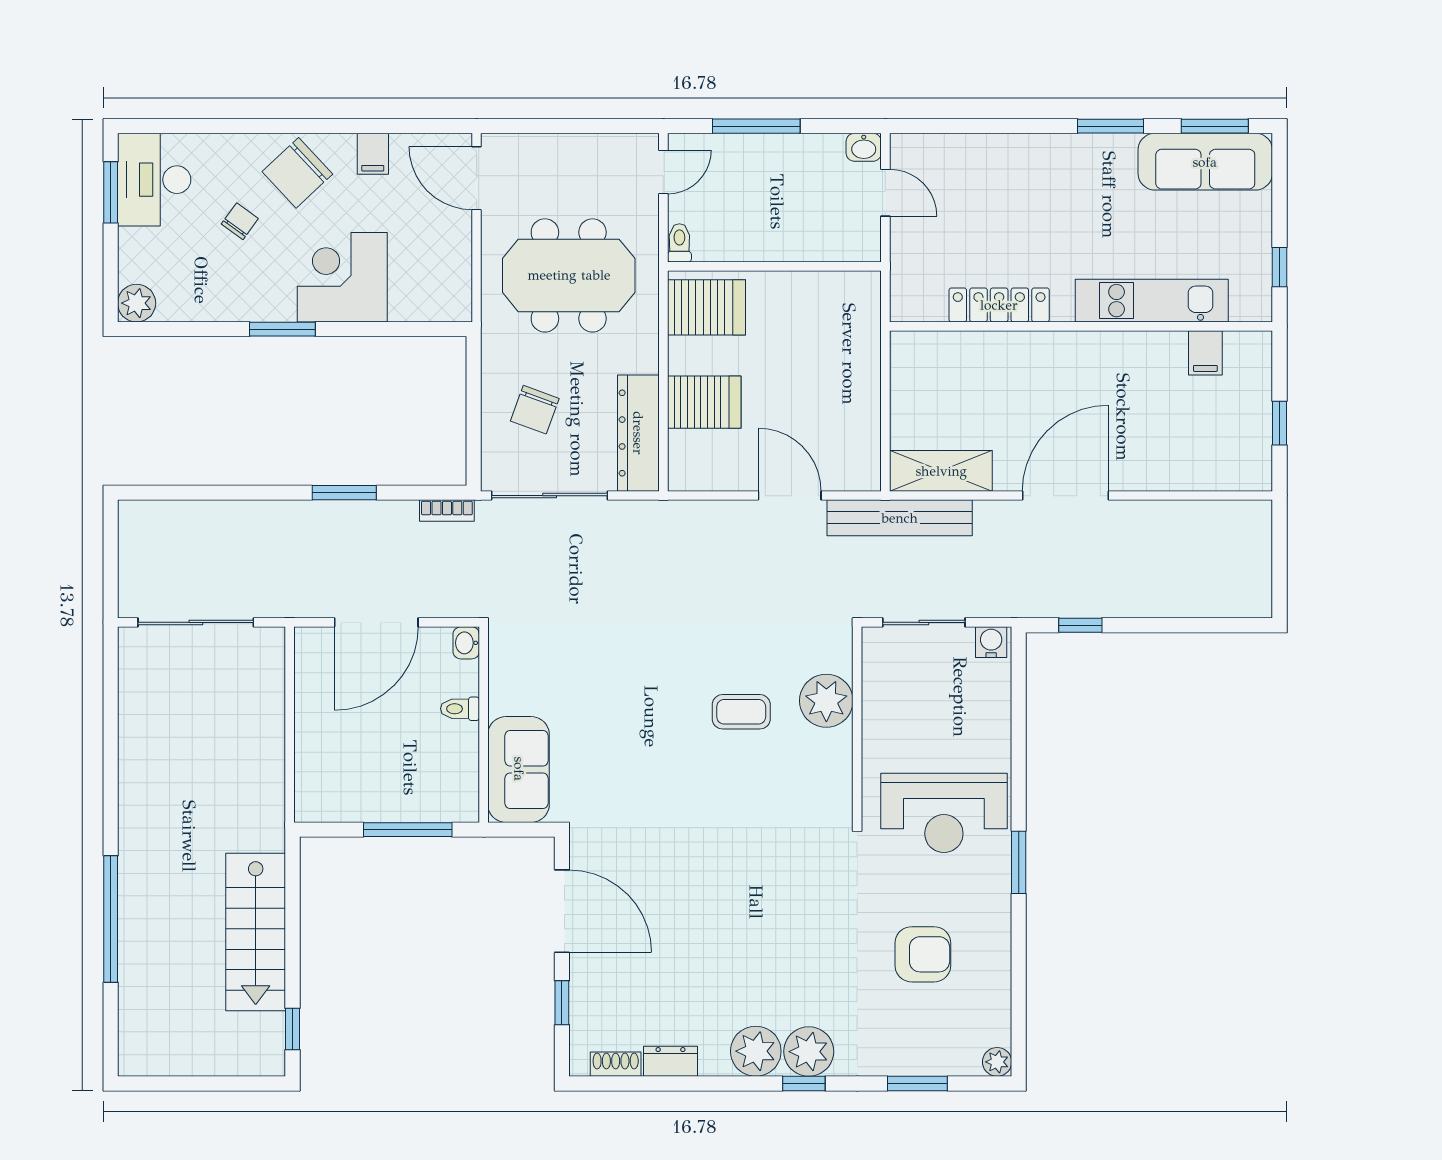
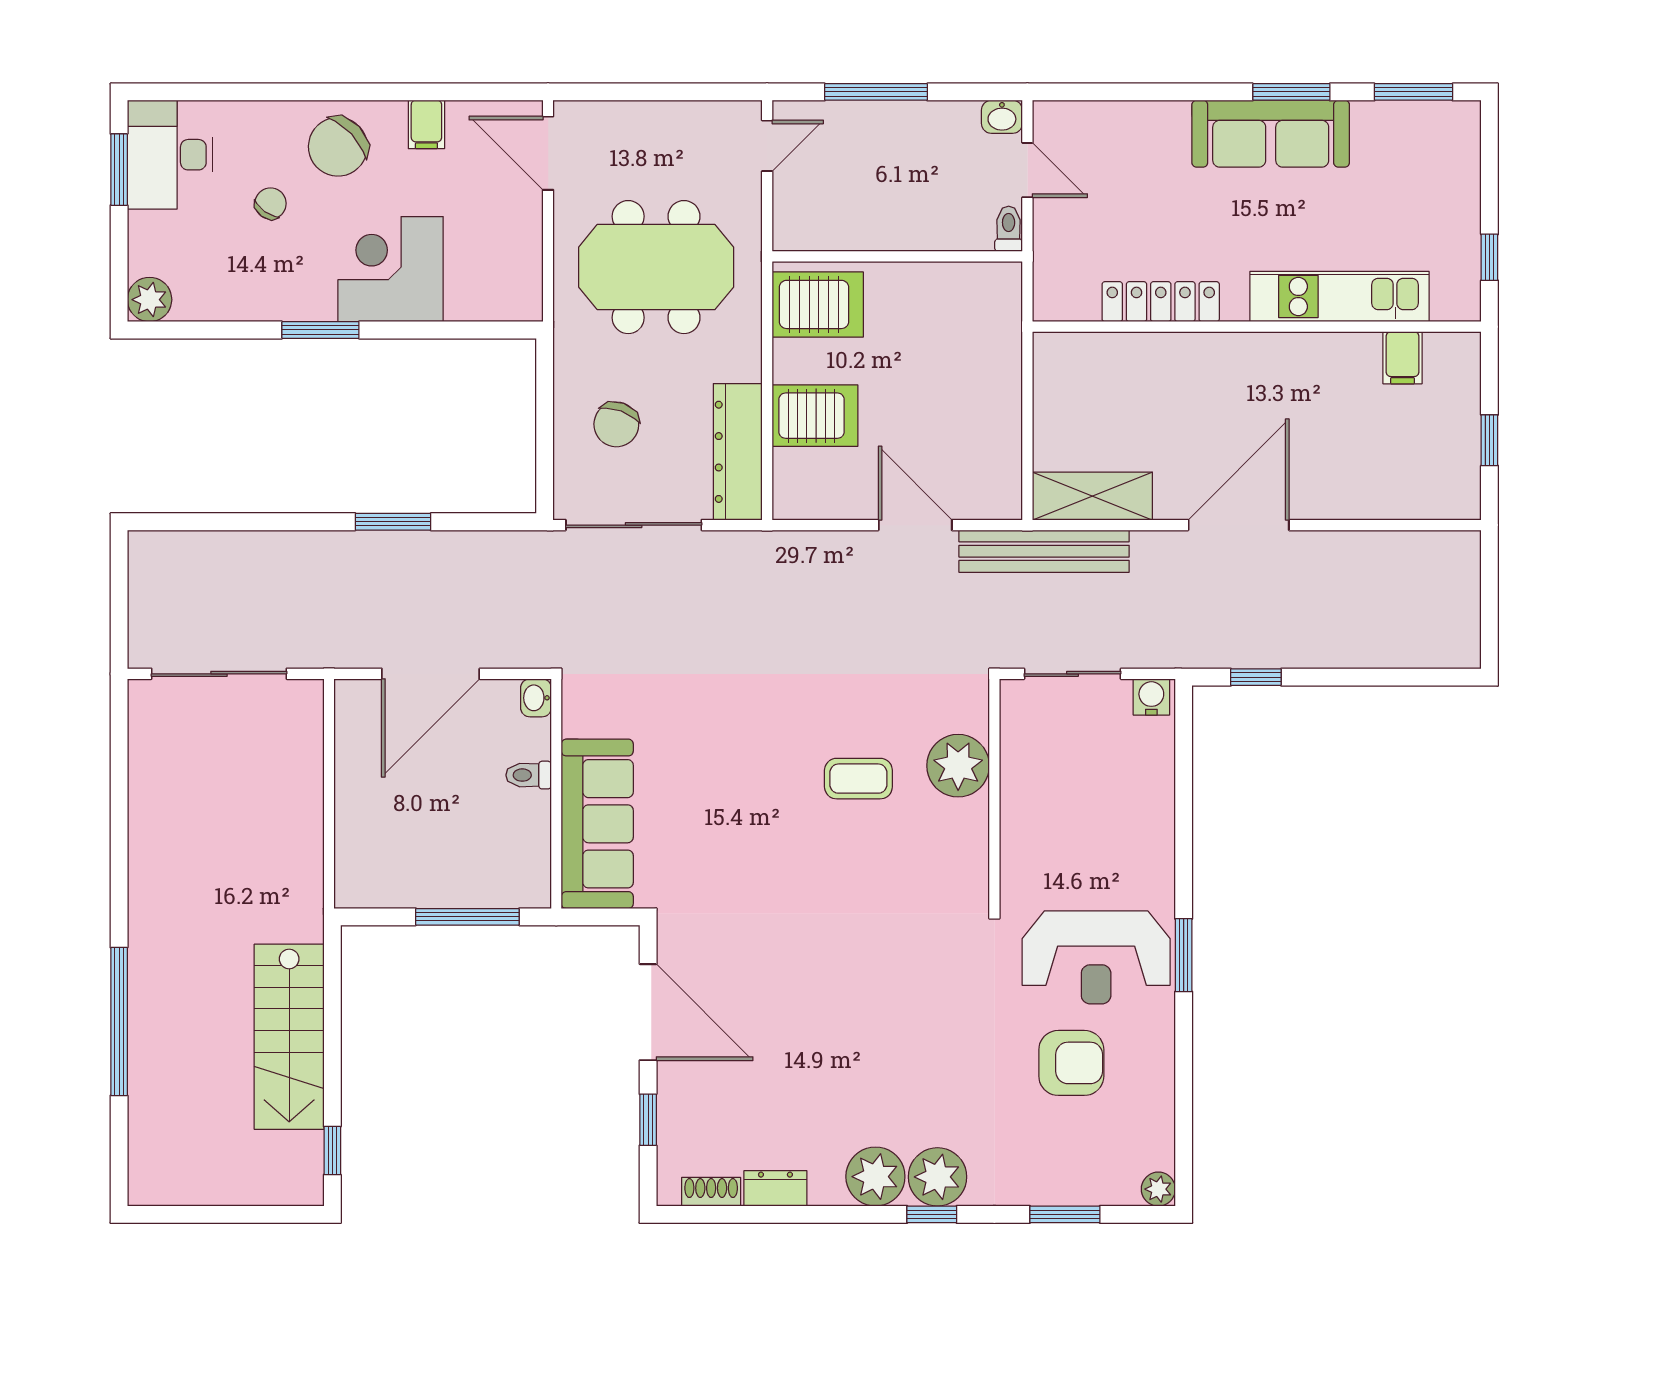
sofa: (1205, 162) -> (1271, 134), moved
toilet: (679, 243) -> (1009, 229), moved
bookcase: (447, 511) -> (513, 543), removed
sofa: (519, 769) -> (597, 824), width x1.36
reception desk: (944, 813) -> (1096, 957), moved

